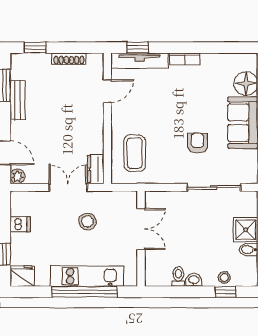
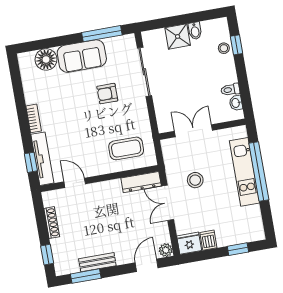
dresser: (96, 169) -> (141, 182), width x1.44
fridge: (22, 276) -> (189, 243), moved, turned 90
washbasin: (194, 280) -> (236, 103), moved

